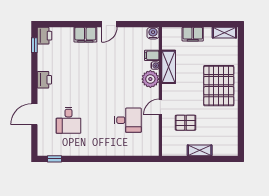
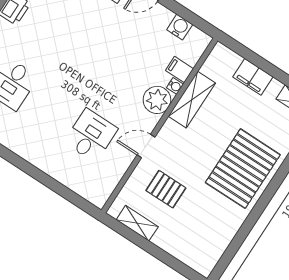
water cooler: (153, 33) -> (180, 27), moved
desk: (128, 120) -> (91, 135), turned -90
shelving: (200, 150) -> (137, 223), moved

